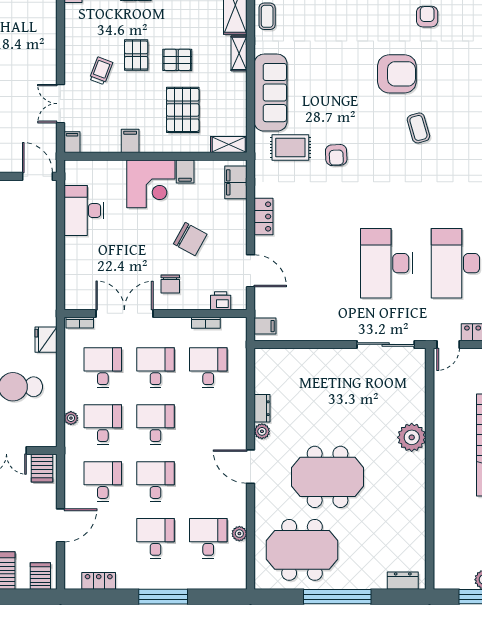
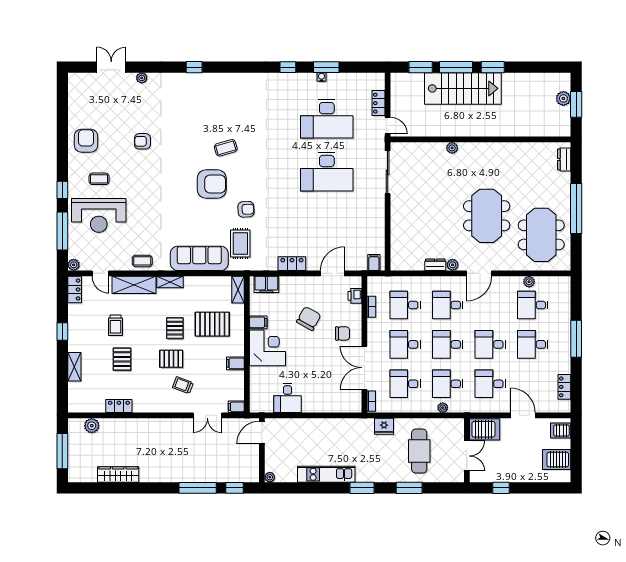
armchair: (397, 74) -> (212, 184), moved, turned 90
desk: (84, 211) -> (287, 398), width x0.73
desk: (208, 425) -> (448, 305), added
plant: (412, 437) -> (452, 148), width x0.53, depth x0.53
server rack: (42, 468) -> (485, 429), width x1.36, depth x1.44

